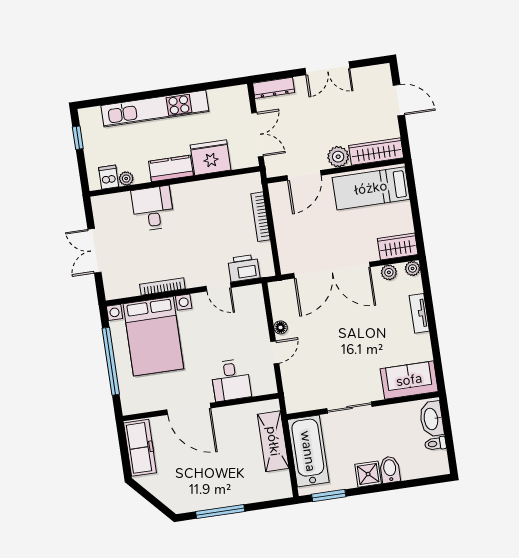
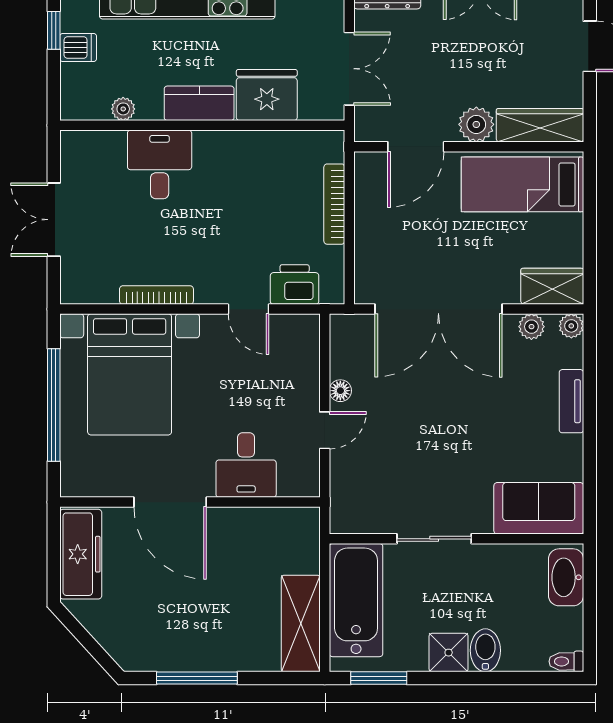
dishwasher: (109, 177) -> (78, 48), moved, turned 90
shelving: (273, 441) -> (301, 624), moved
toilet: (435, 444) -> (566, 661), moved

